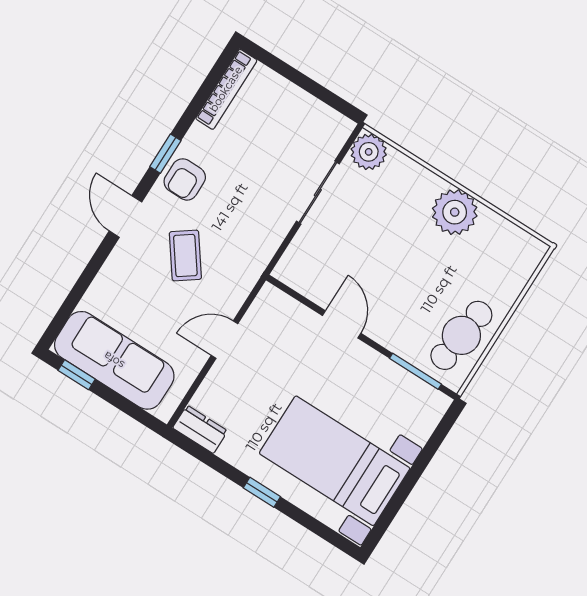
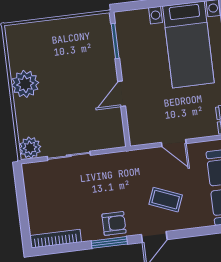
window: (165, 154) -> (109, 242), width x1.50
coffee table: (185, 256) -> (166, 200), moved, turned 58
cafe table: (461, 335) -> (80, 33), removed

